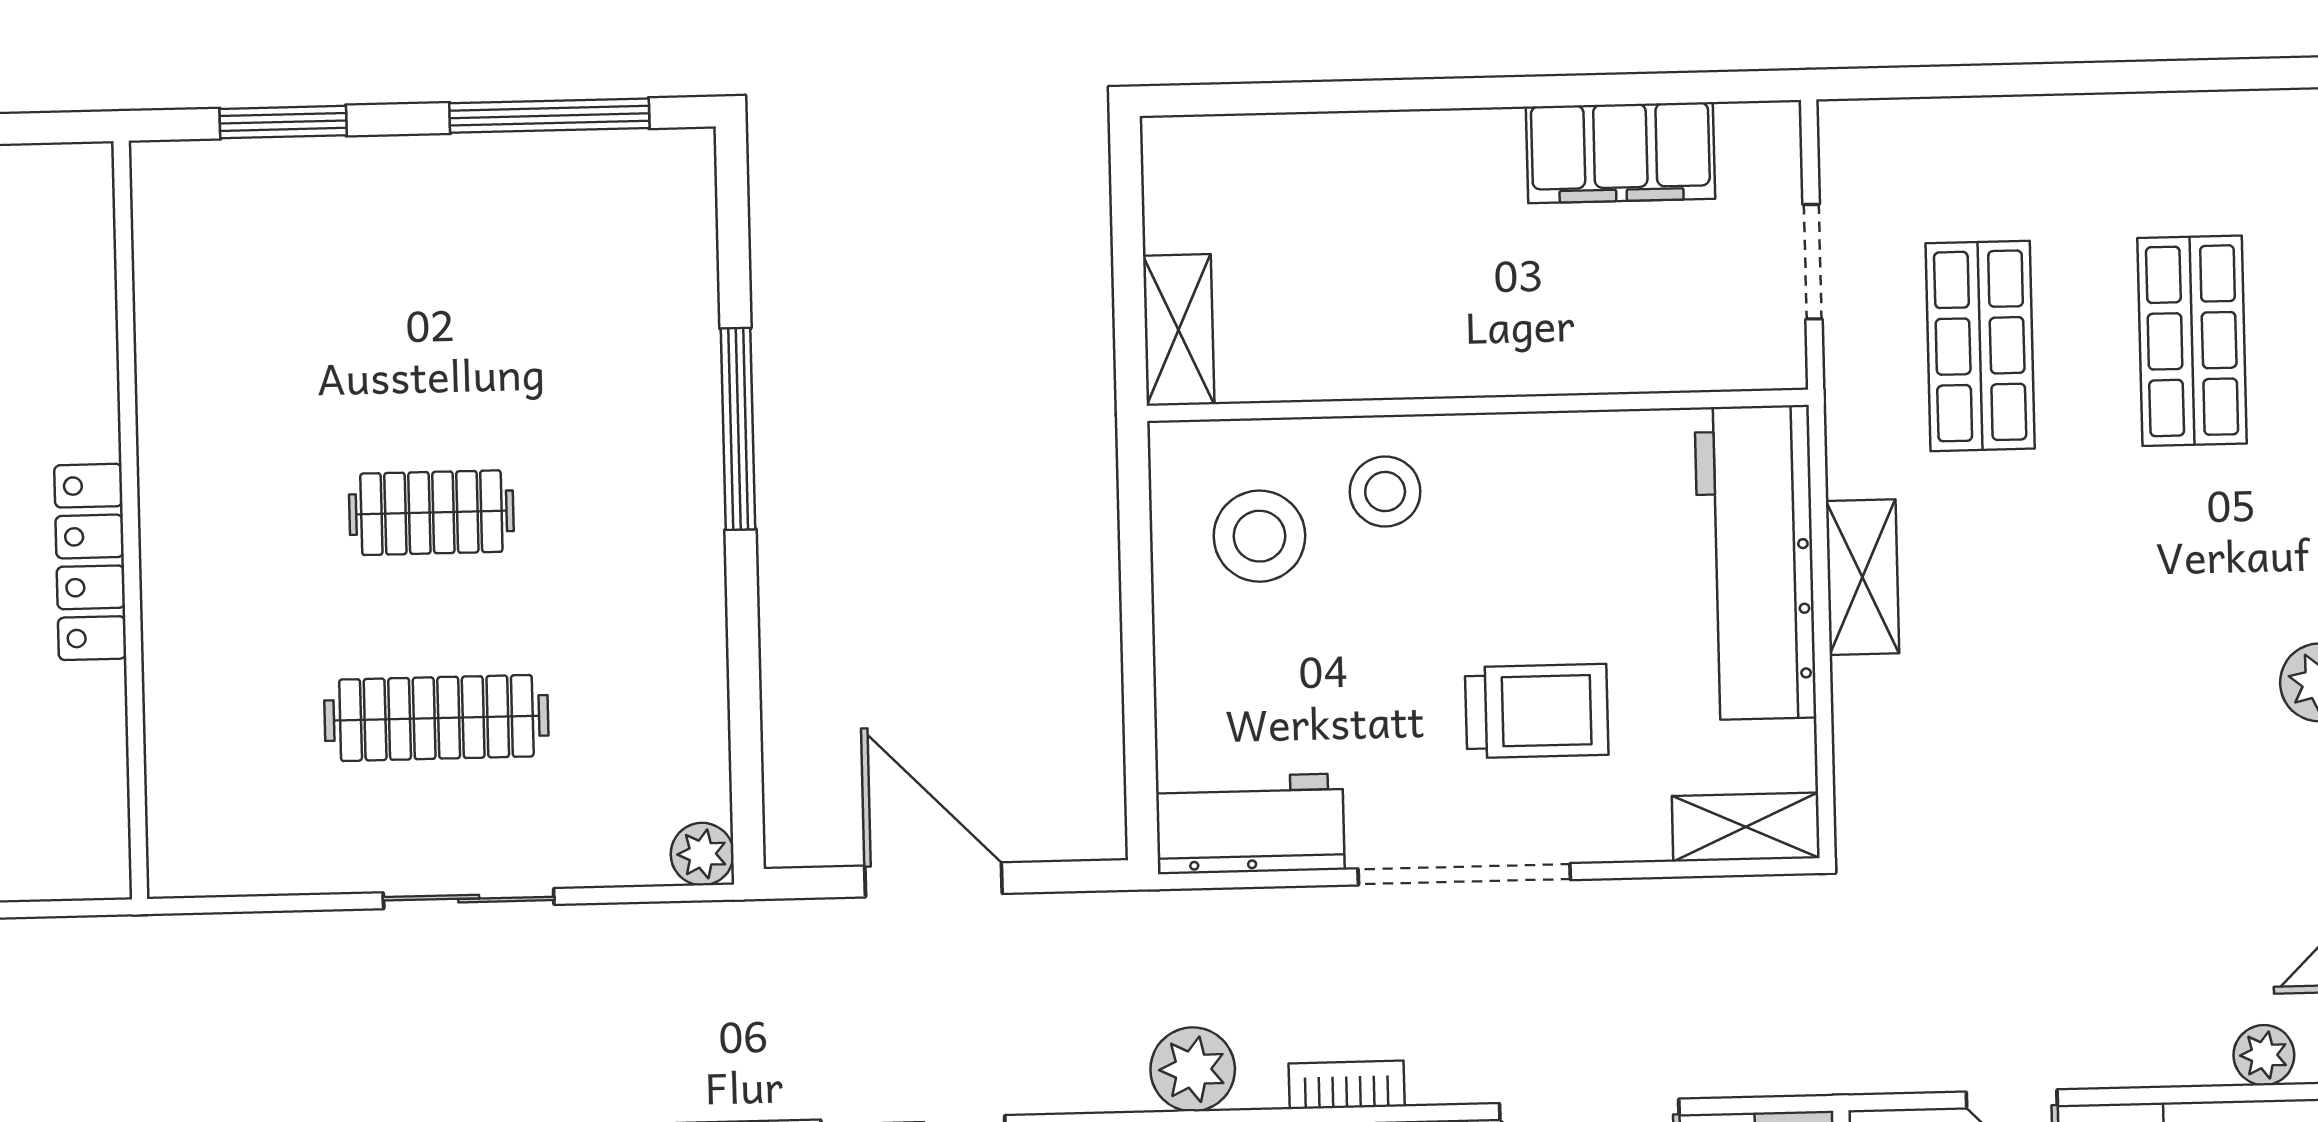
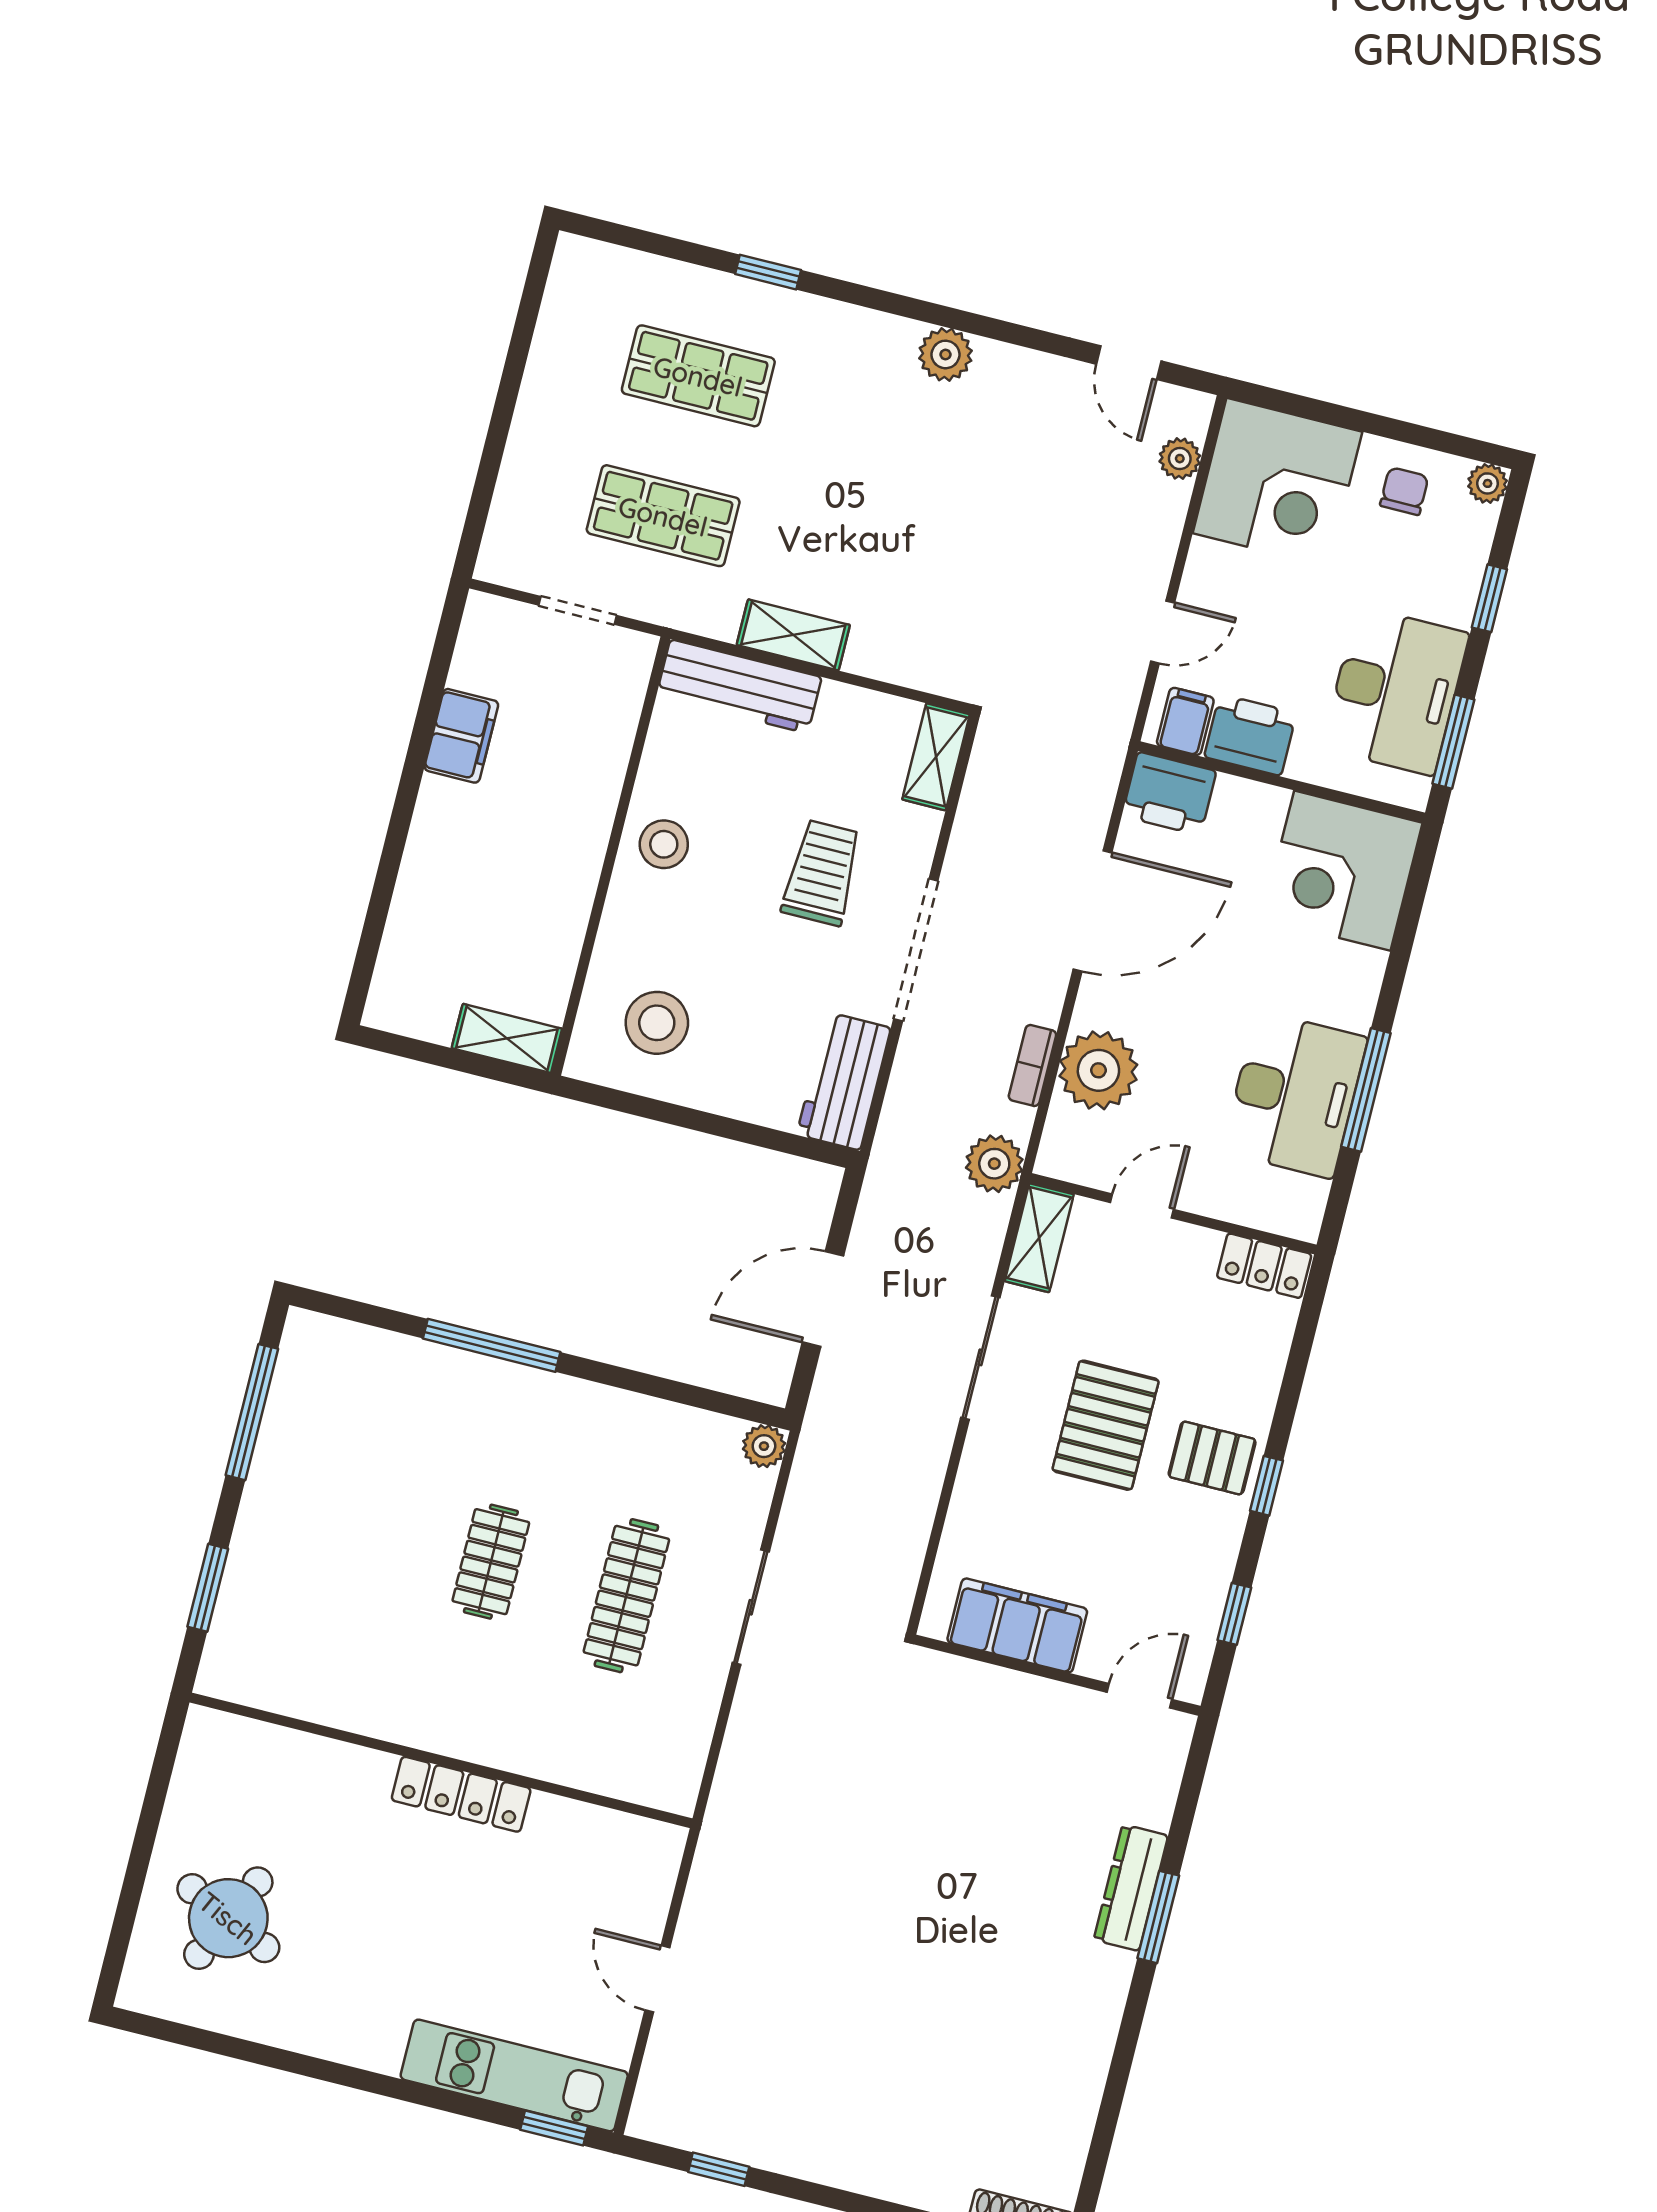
filing cabinet: (1620, 153) -> (461, 736), width x0.67, depth x0.86
stool: (1385, 492) -> (664, 844), moved
workbench: (1755, 562) -> (739, 686), width x0.73, depth x0.76

